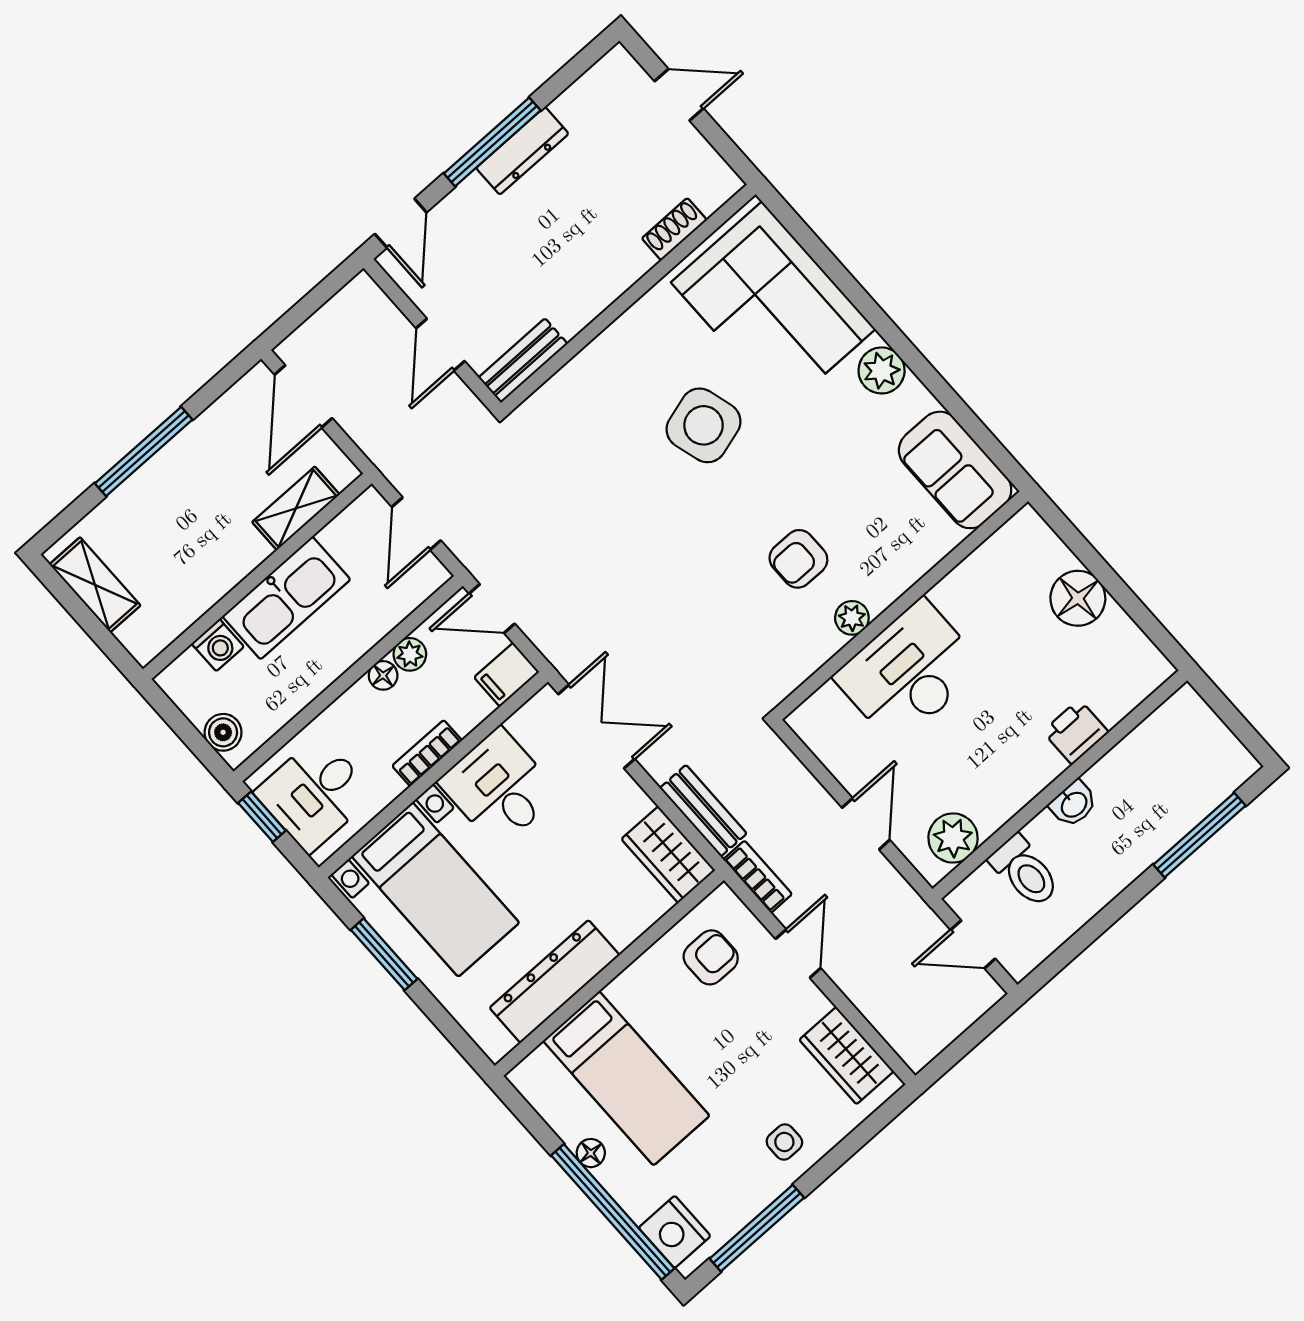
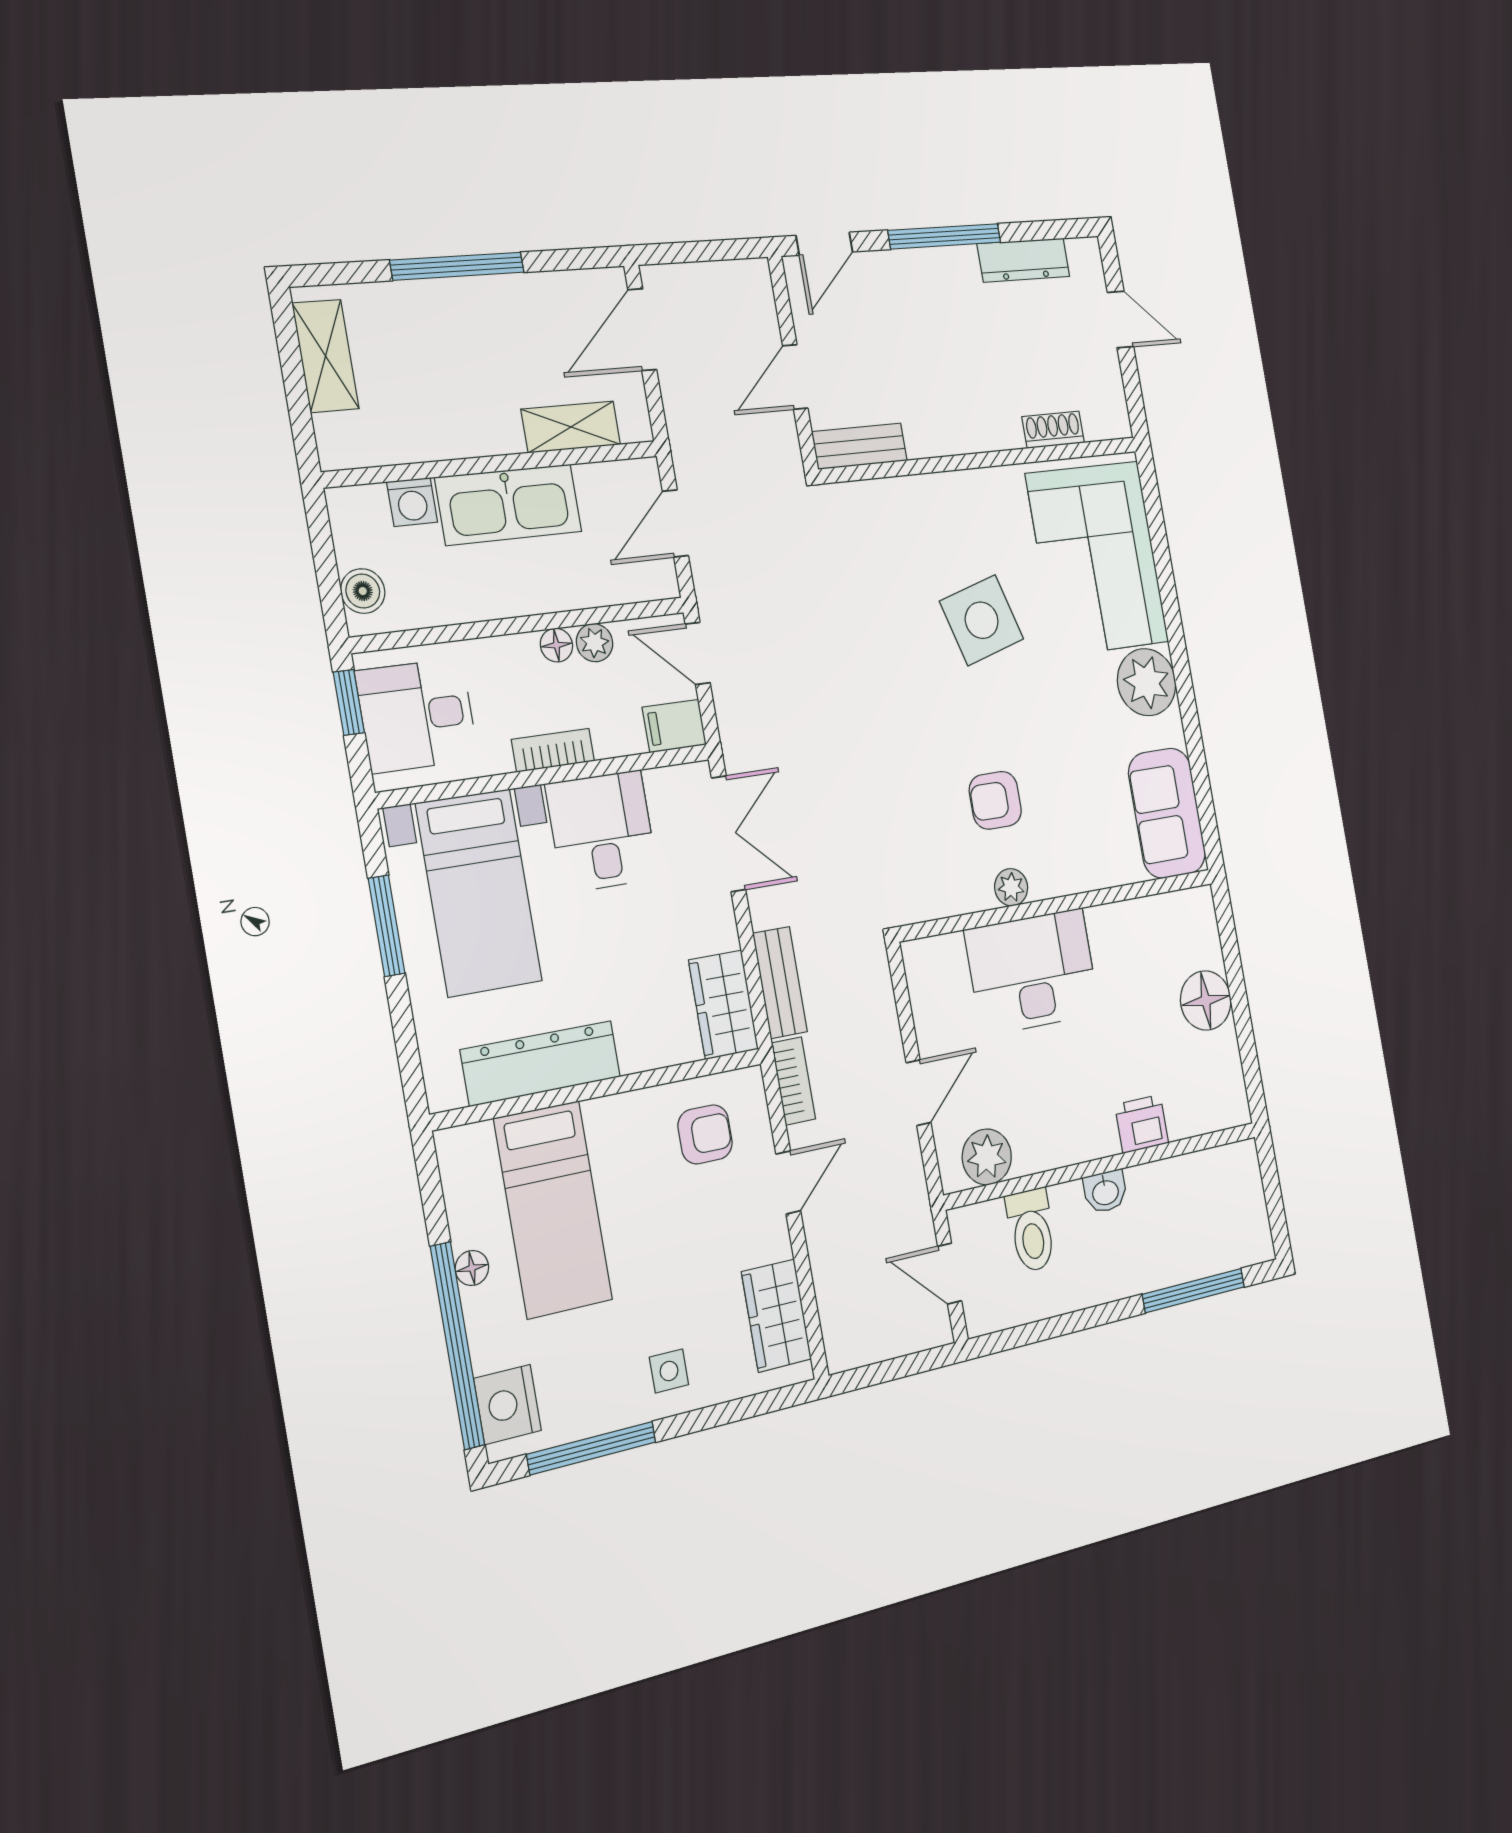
dresser: (522, 151) -> (1023, 260), moved
plant: (882, 370) -> (1147, 682), width x1.36, depth x1.36

